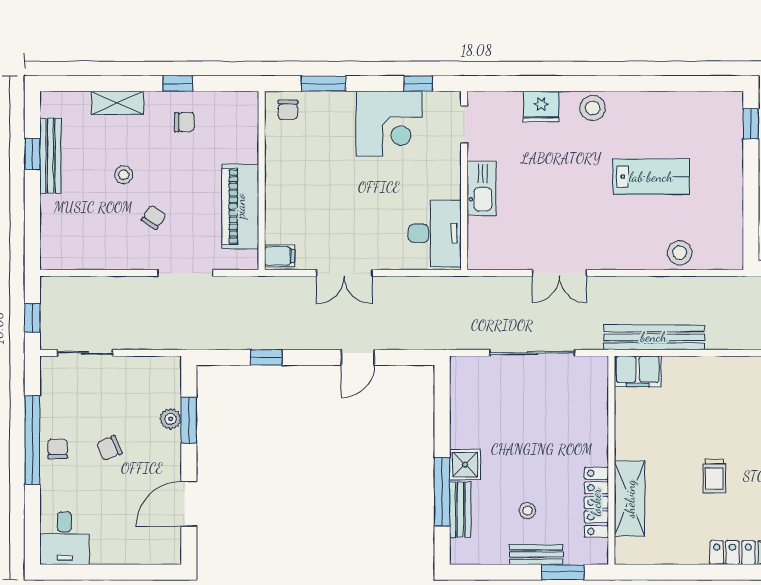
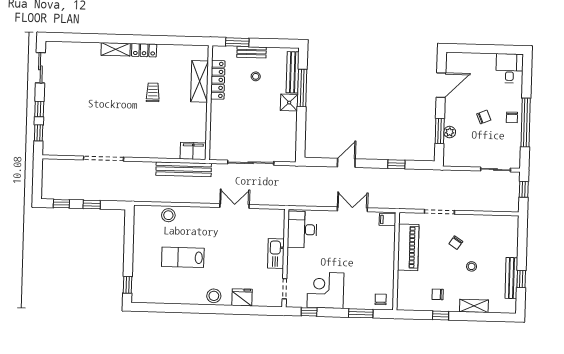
bench: (460, 510) -> (293, 72), width x1.36

